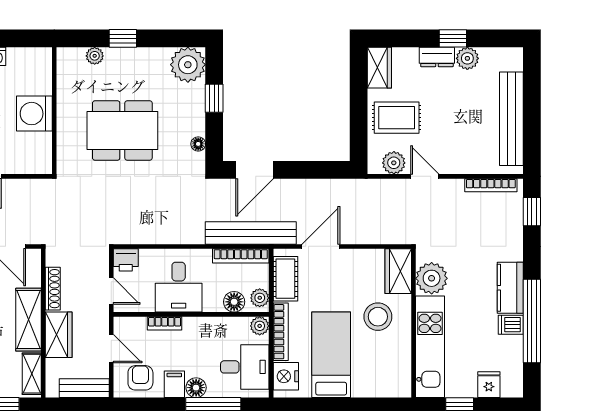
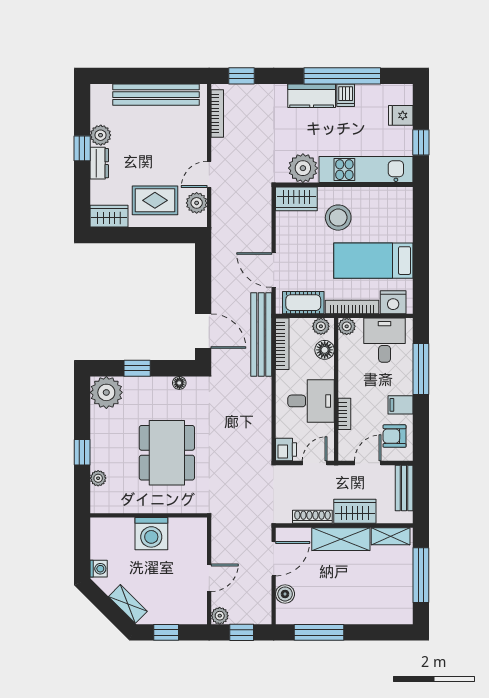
rug: (397, 118) -> (155, 200), turned 90
floor lamp: (196, 388) -> (404, 385), removed

